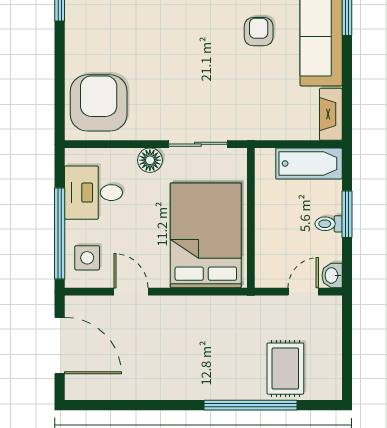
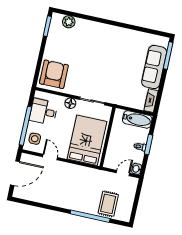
armchair: (259, 32) -> (128, 59), removed
door: (60, 346) -> (15, 173), hinge flipped

